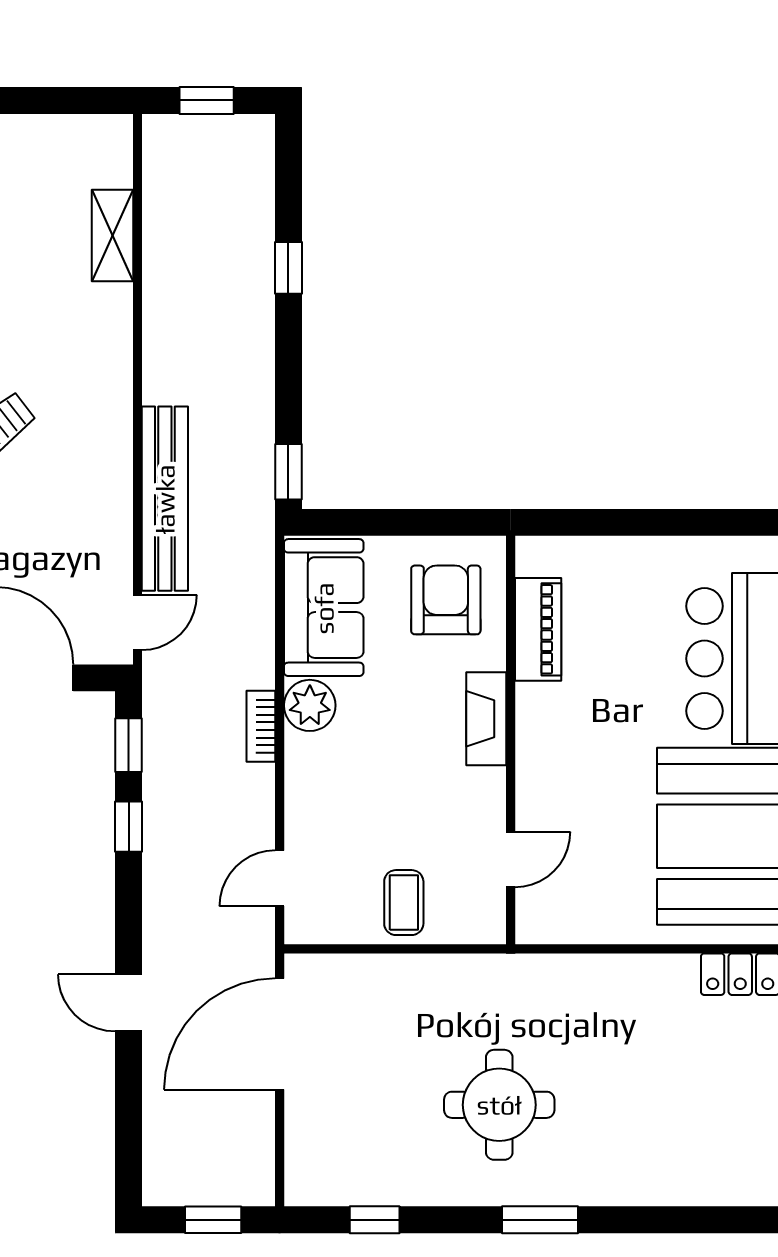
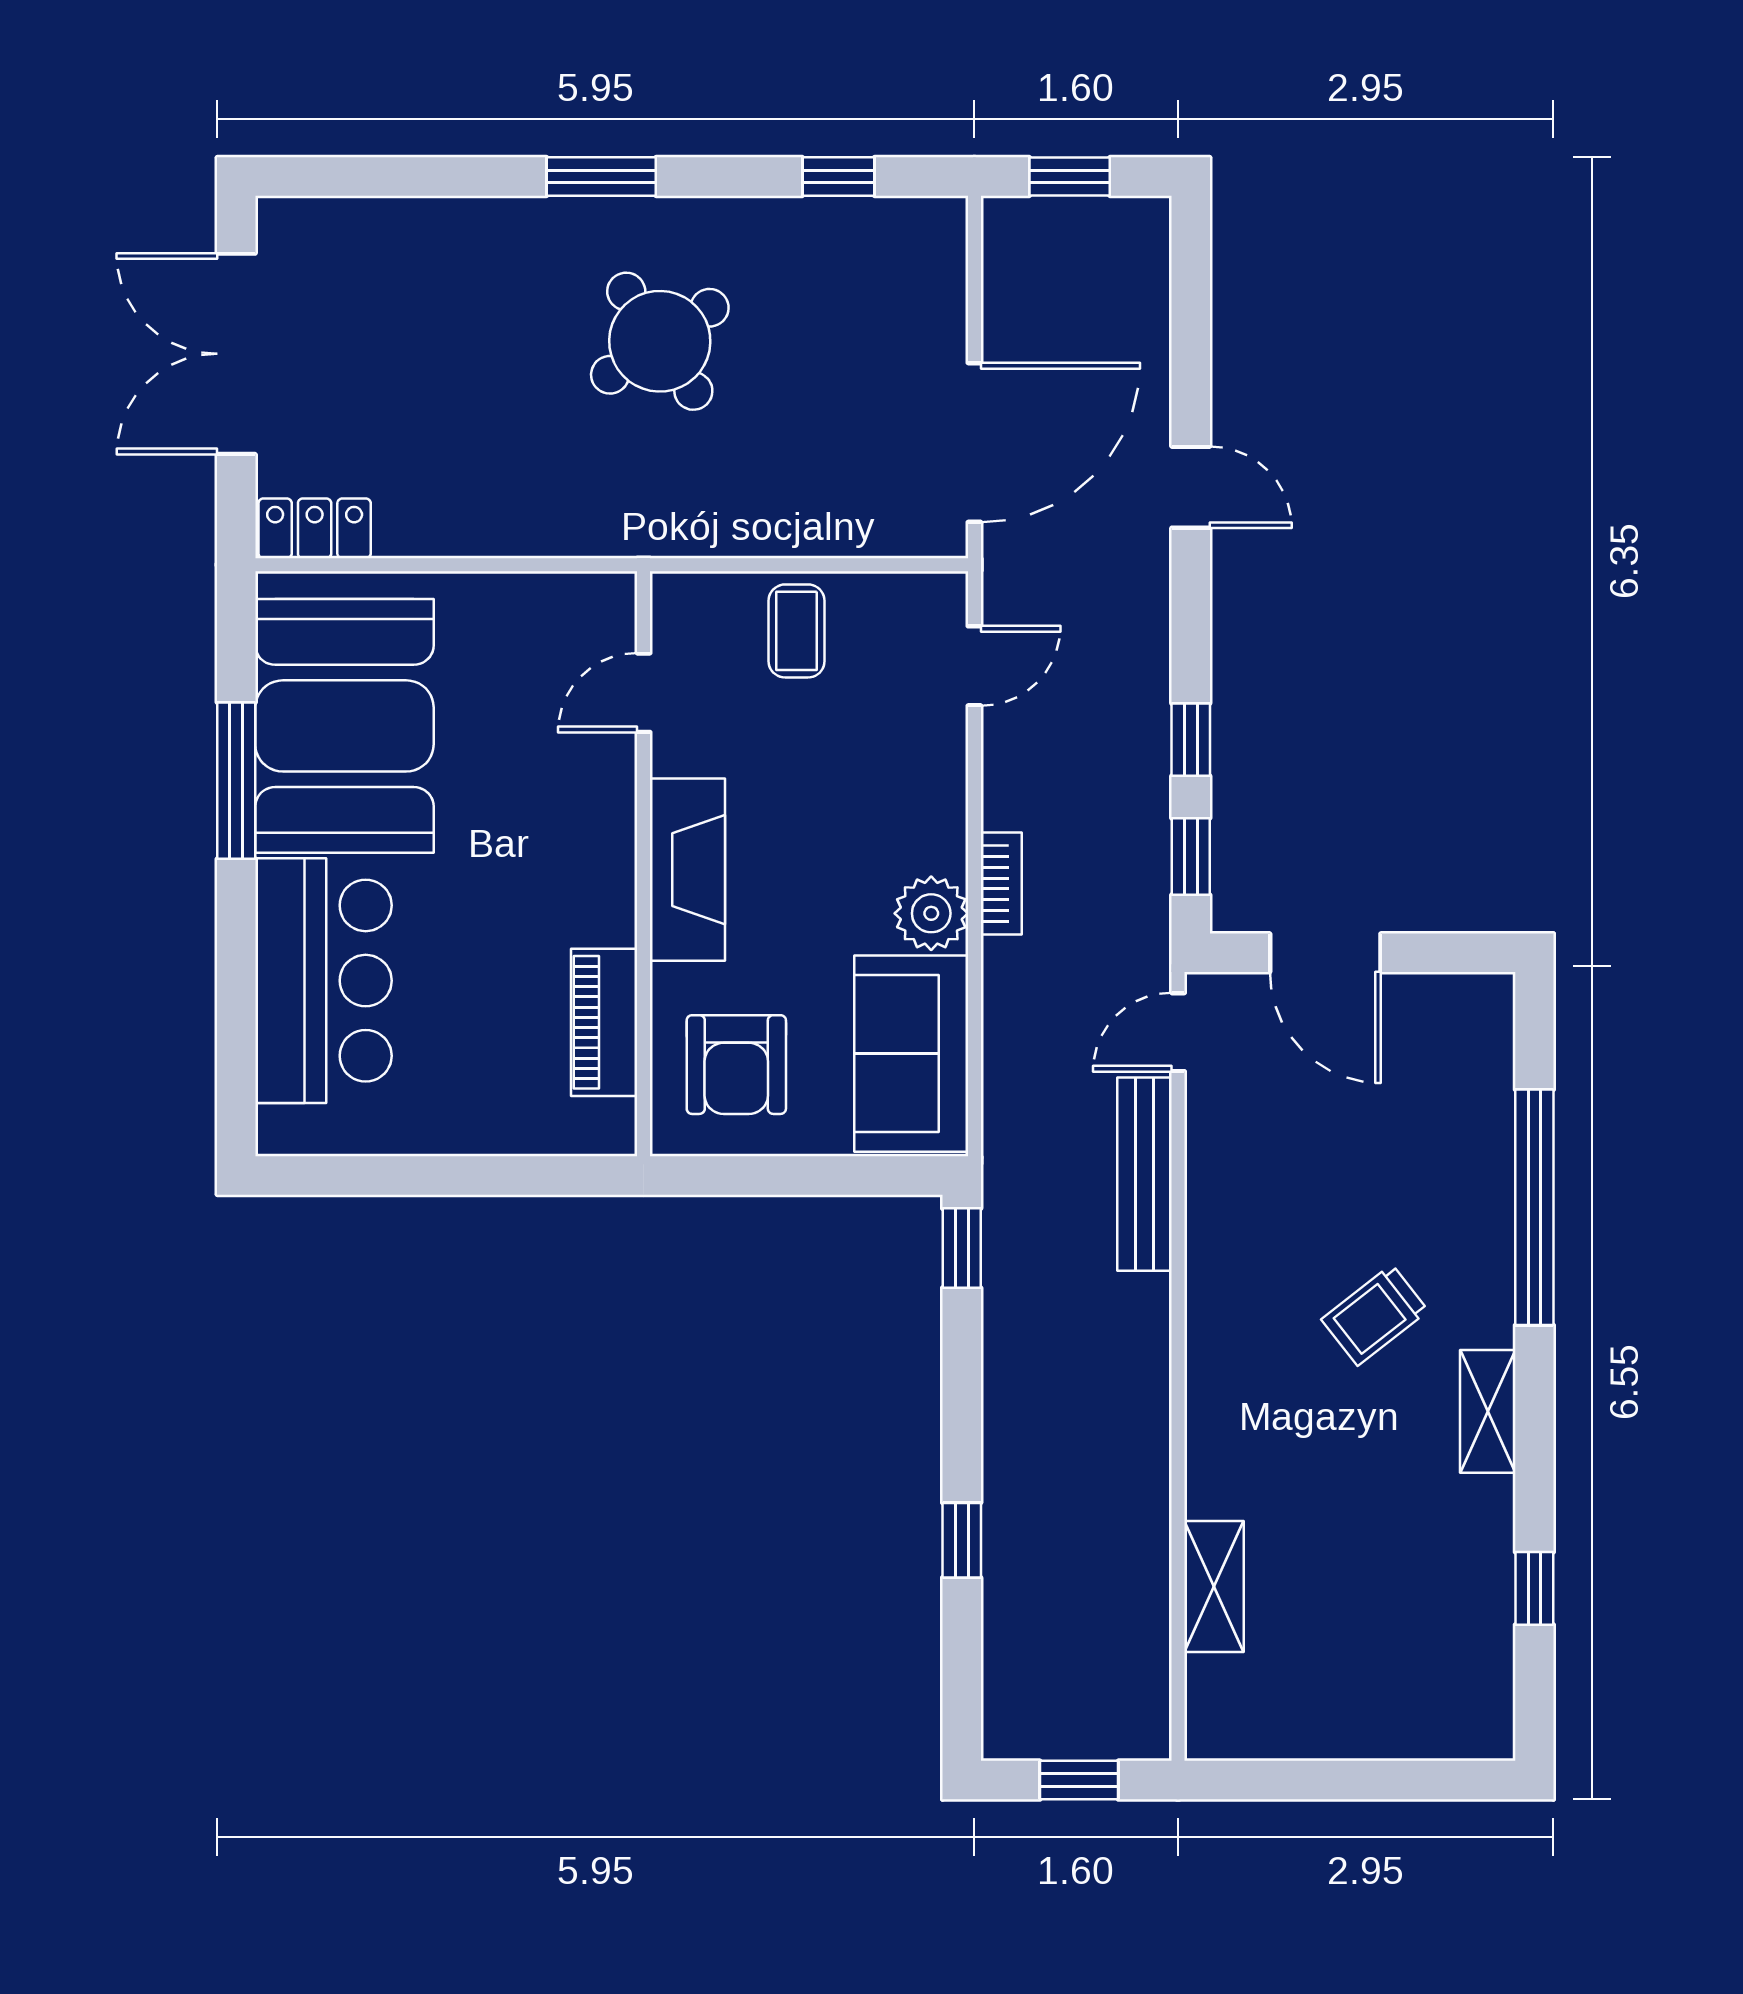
bench: (165, 499) -> (1145, 1174), width x0.73, depth x0.82
fireplace: (486, 719) -> (687, 870), width x1.37, depth x1.32
round table: (499, 1105) -> (660, 341), turned -34

